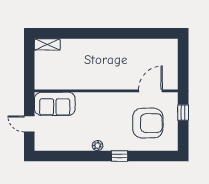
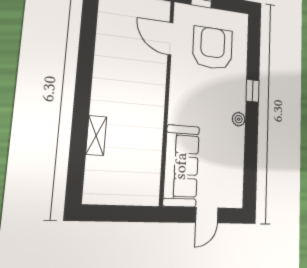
shelving: (47, 44) -> (96, 135), moved
sofa: (55, 104) -> (181, 166), width x1.36

